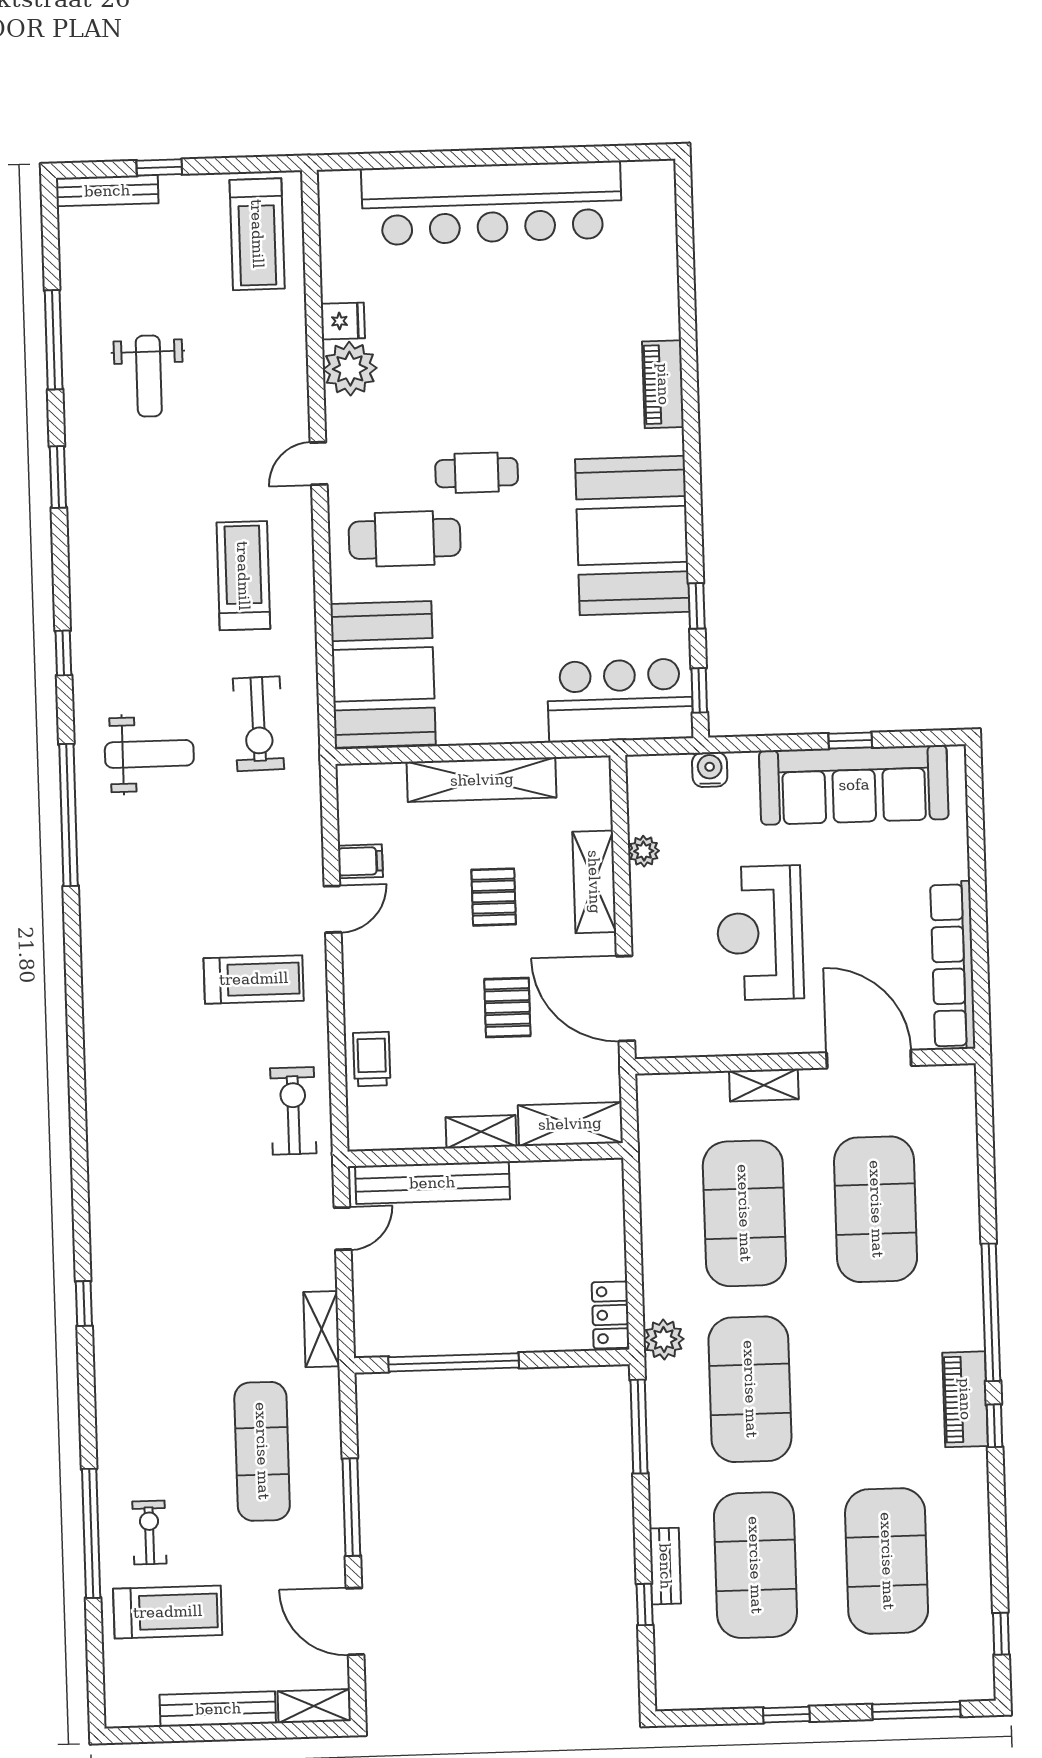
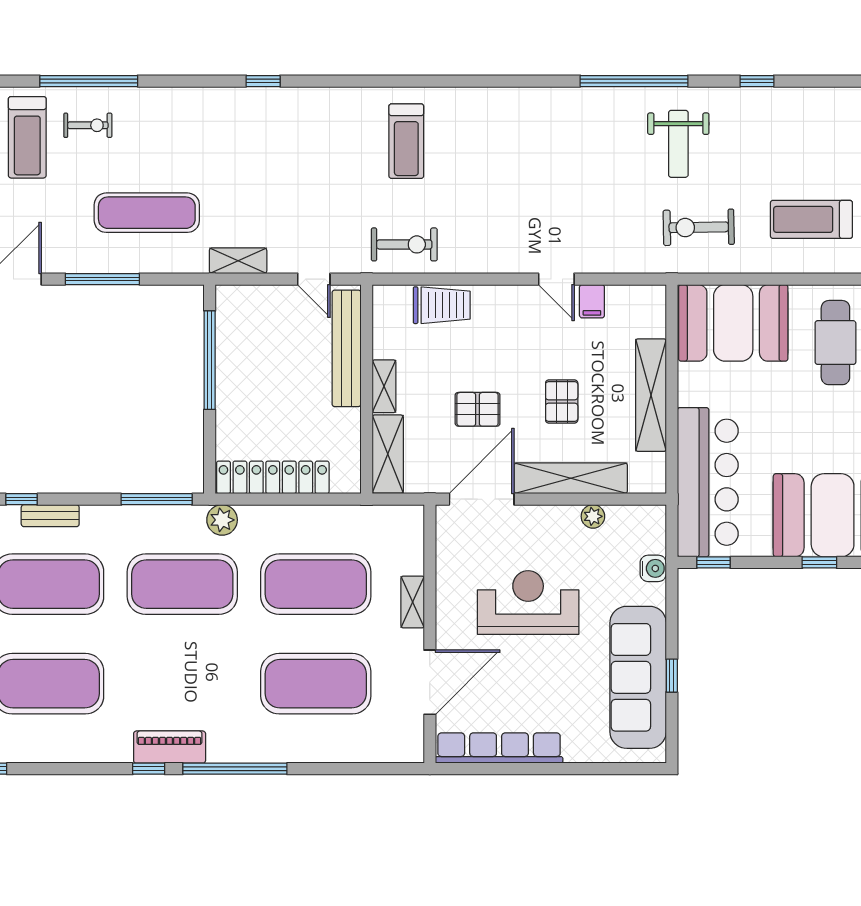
treadmill: (243, 576) -> (811, 219), turned 180
window: (697, 606) -> (819, 562), moved
bar counter: (620, 700) -> (708, 482), width x1.36
shelving: (594, 882) -> (571, 478), width x1.47
pallet: (494, 897) -> (562, 402), turned 90
treadmill: (254, 979) -> (406, 141), moved
trolley: (372, 1059) -> (442, 305), width x1.36, depth x1.39
locker: (610, 1315) -> (273, 477), width x2.16, depth x1.21

